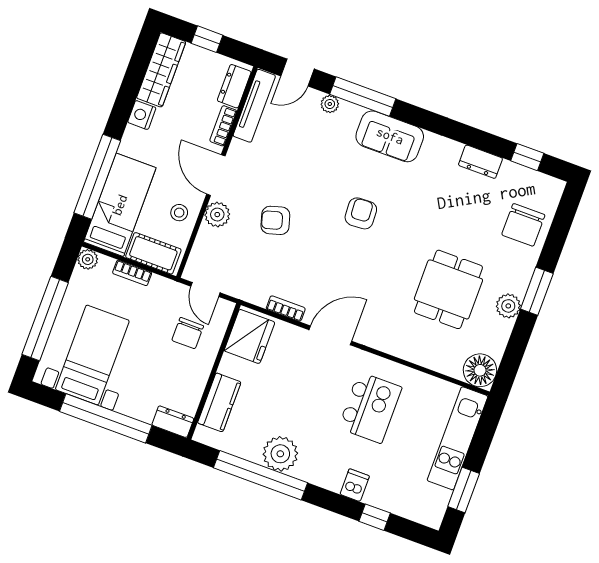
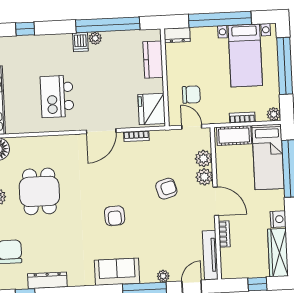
dresser: (234, 86) -> (228, 262), removed
dresser: (480, 162) -> (47, 280), width x1.44
stool: (179, 213) -> (229, 168), removed
plant: (208, 240) -> (203, 158), added
chair: (188, 333) -> (191, 95), turned 90
plant: (280, 454) -> (95, 38), width x0.53, depth x0.53
dishwasher: (355, 485) -> (80, 42), moved

